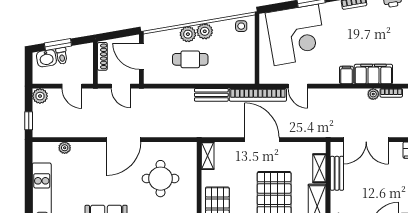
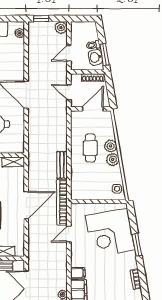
window: (58, 45) -> (104, 55), moved
washbasin: (46, 58) -> (95, 57), moved
door: (121, 86) -> (69, 92), hinge flipped
plant: (65, 148) -> (20, 33), moved

